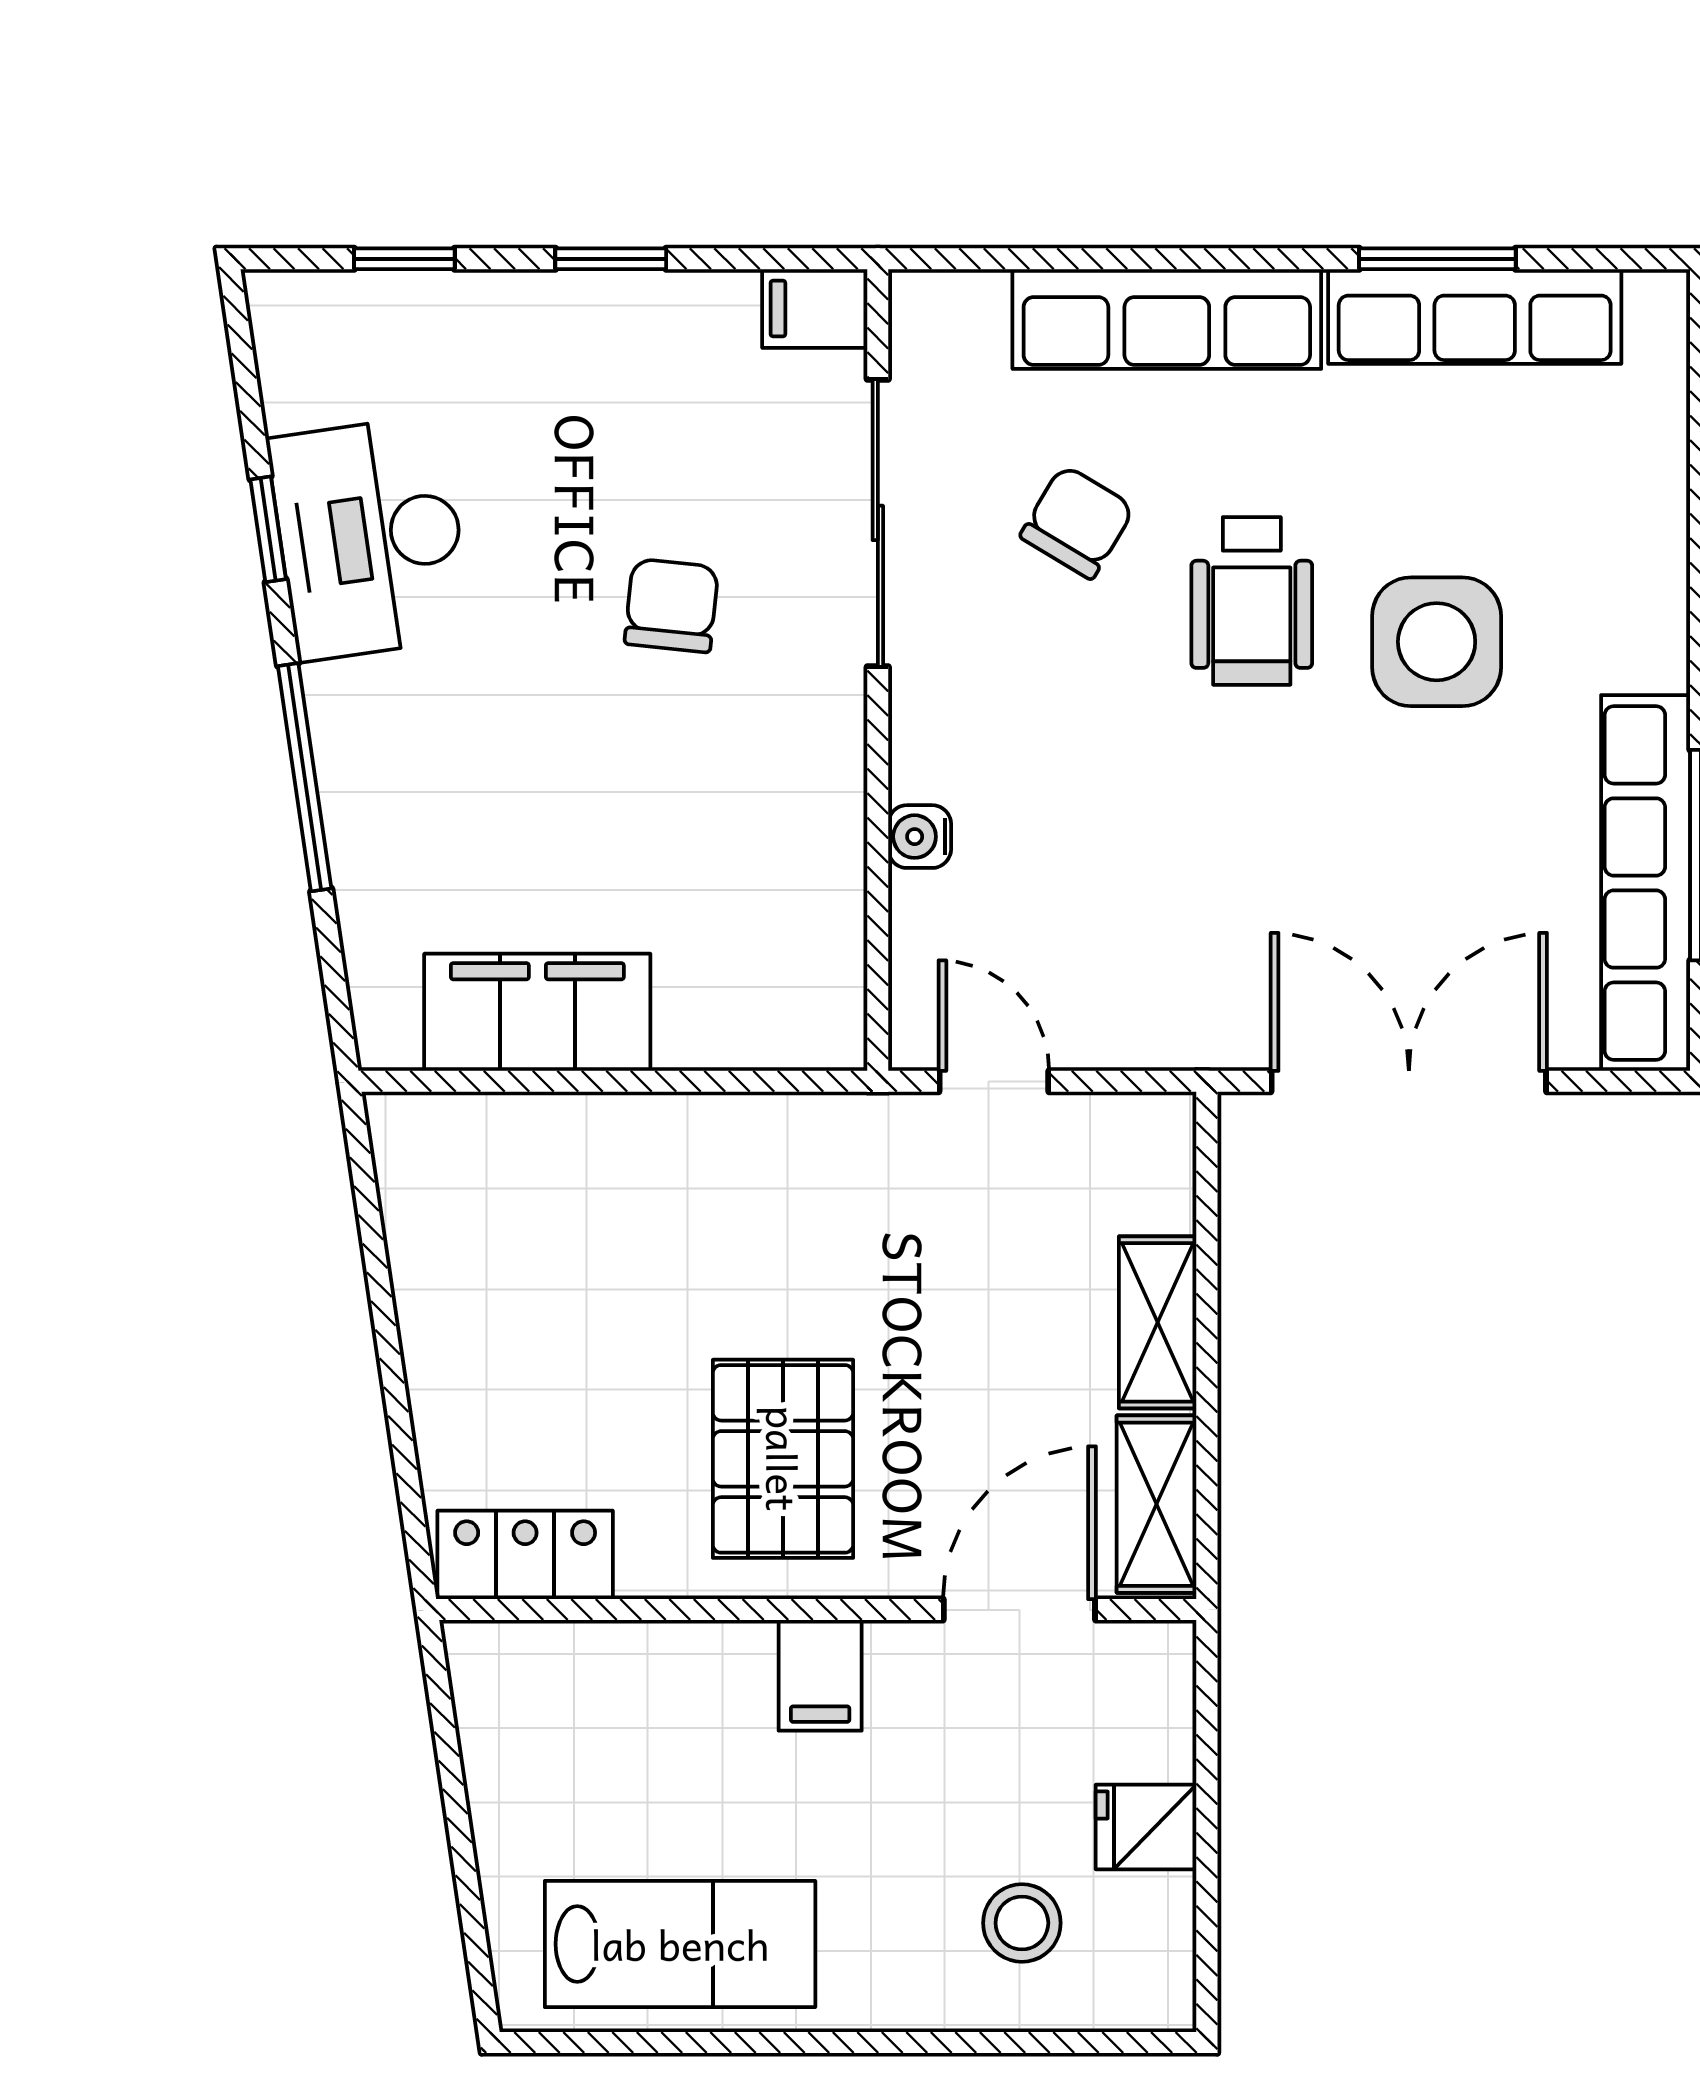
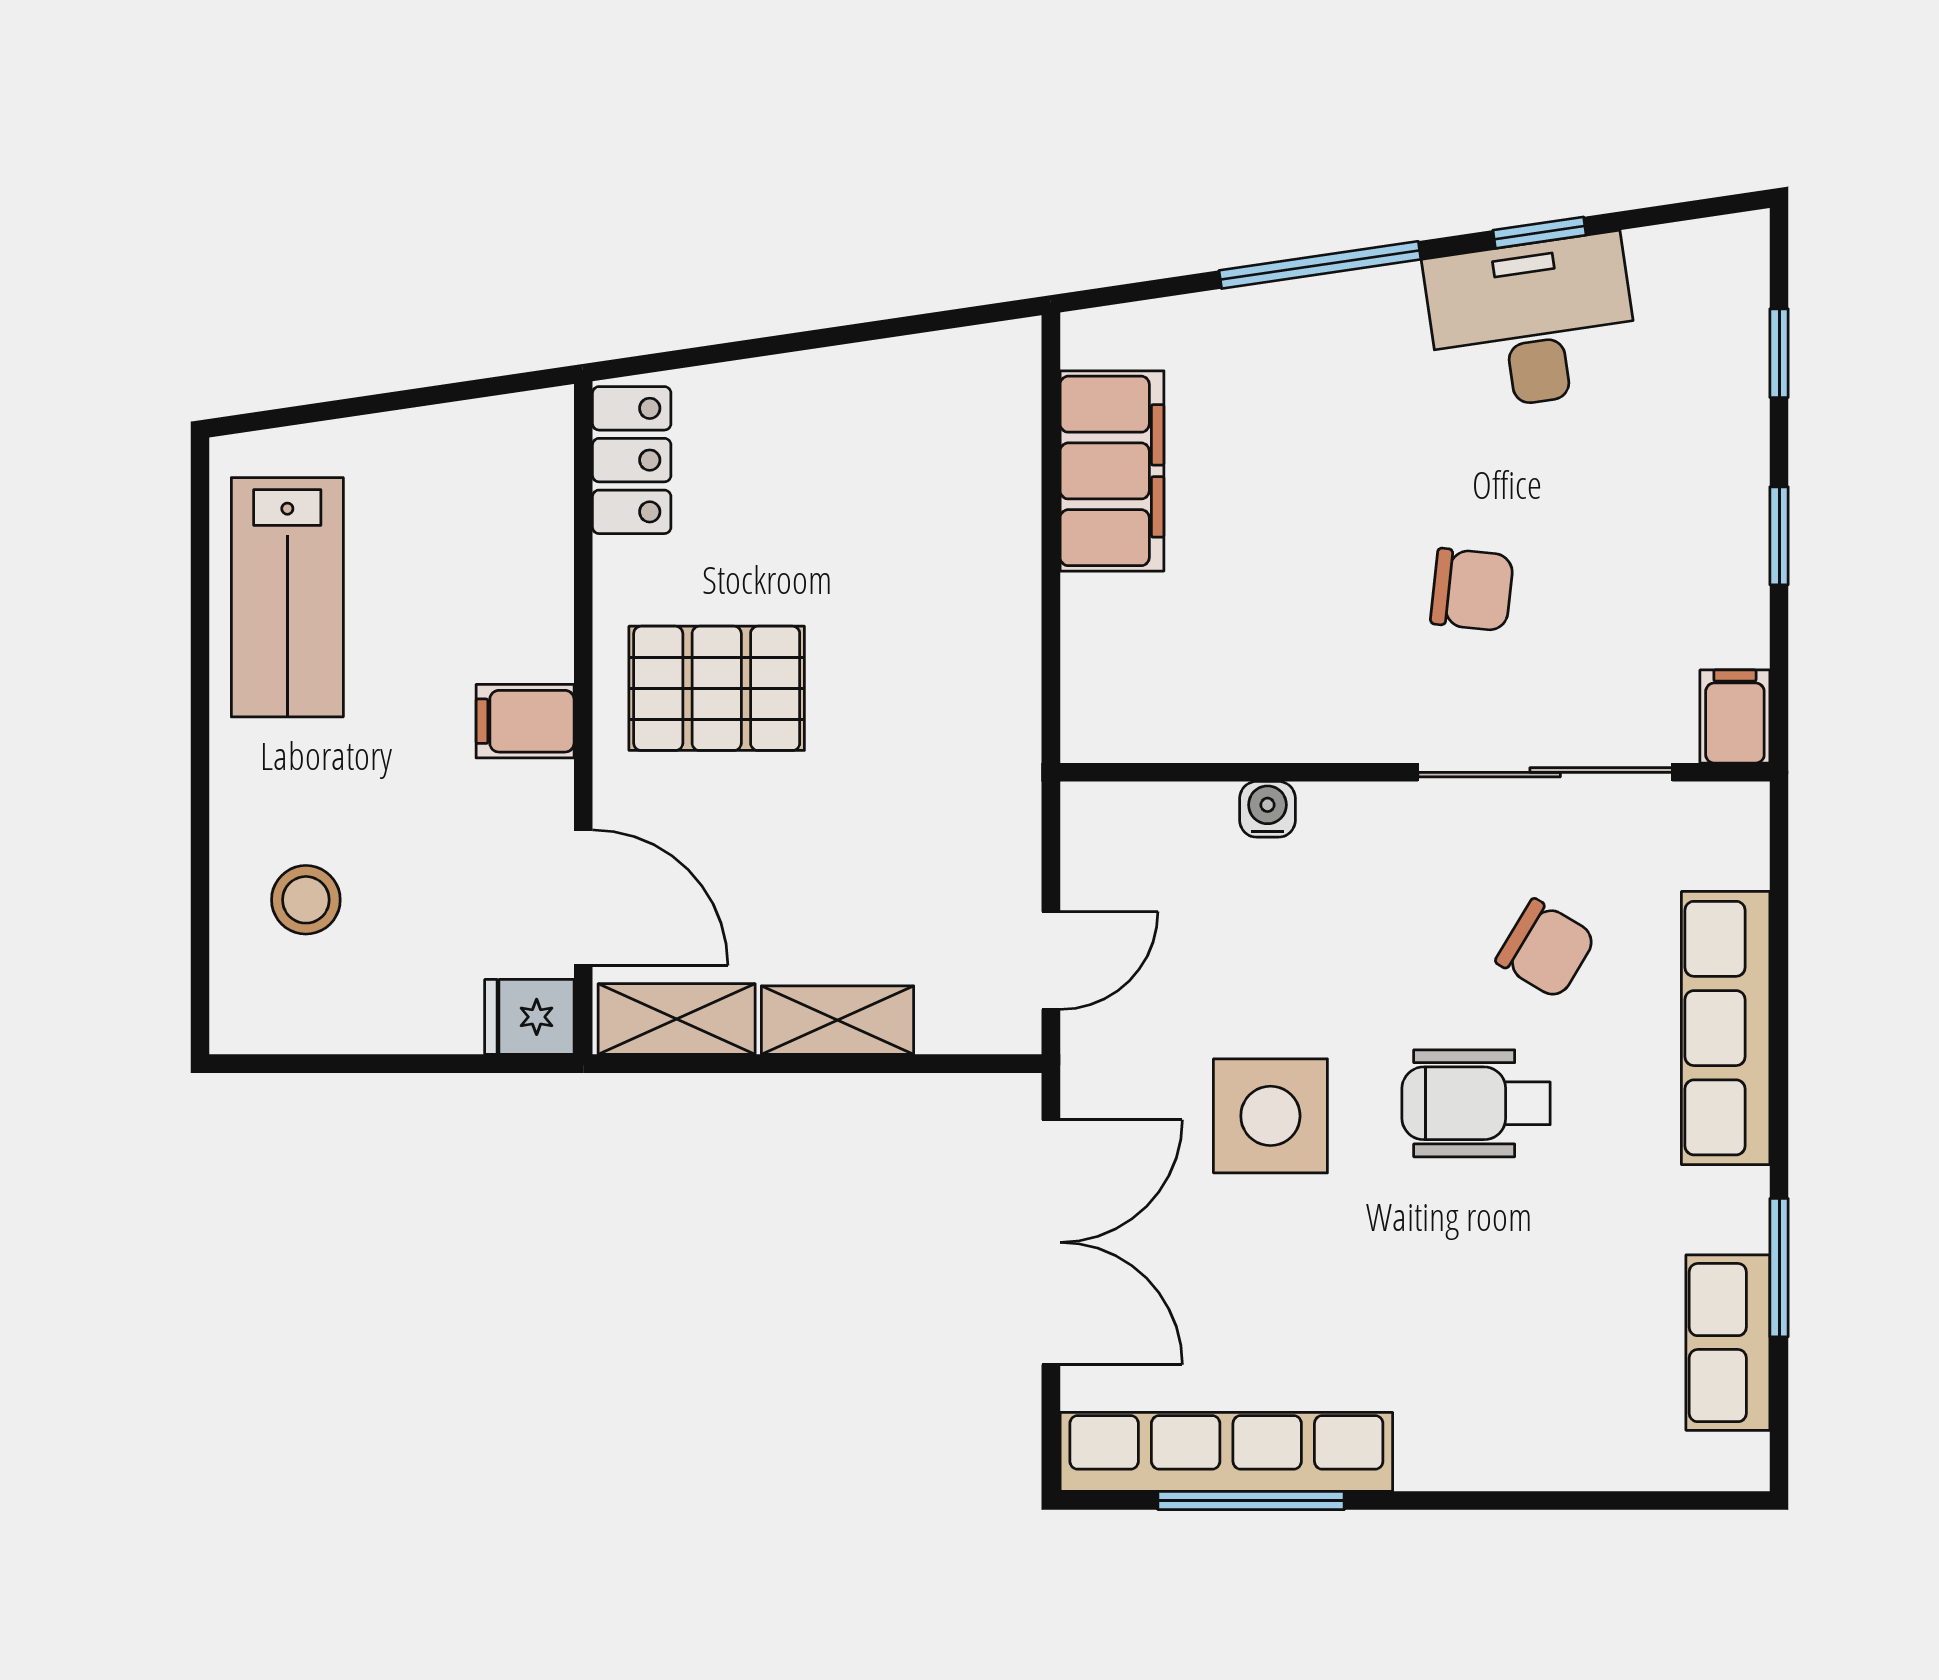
row of seats: (1475, 316) -> (1728, 1343), width x0.68
side table: (1437, 642) -> (1270, 1116), moved
door: (994, 1081) -> (1051, 961), moved
fridge: (1146, 1827) -> (529, 1017), moved, turned -90

